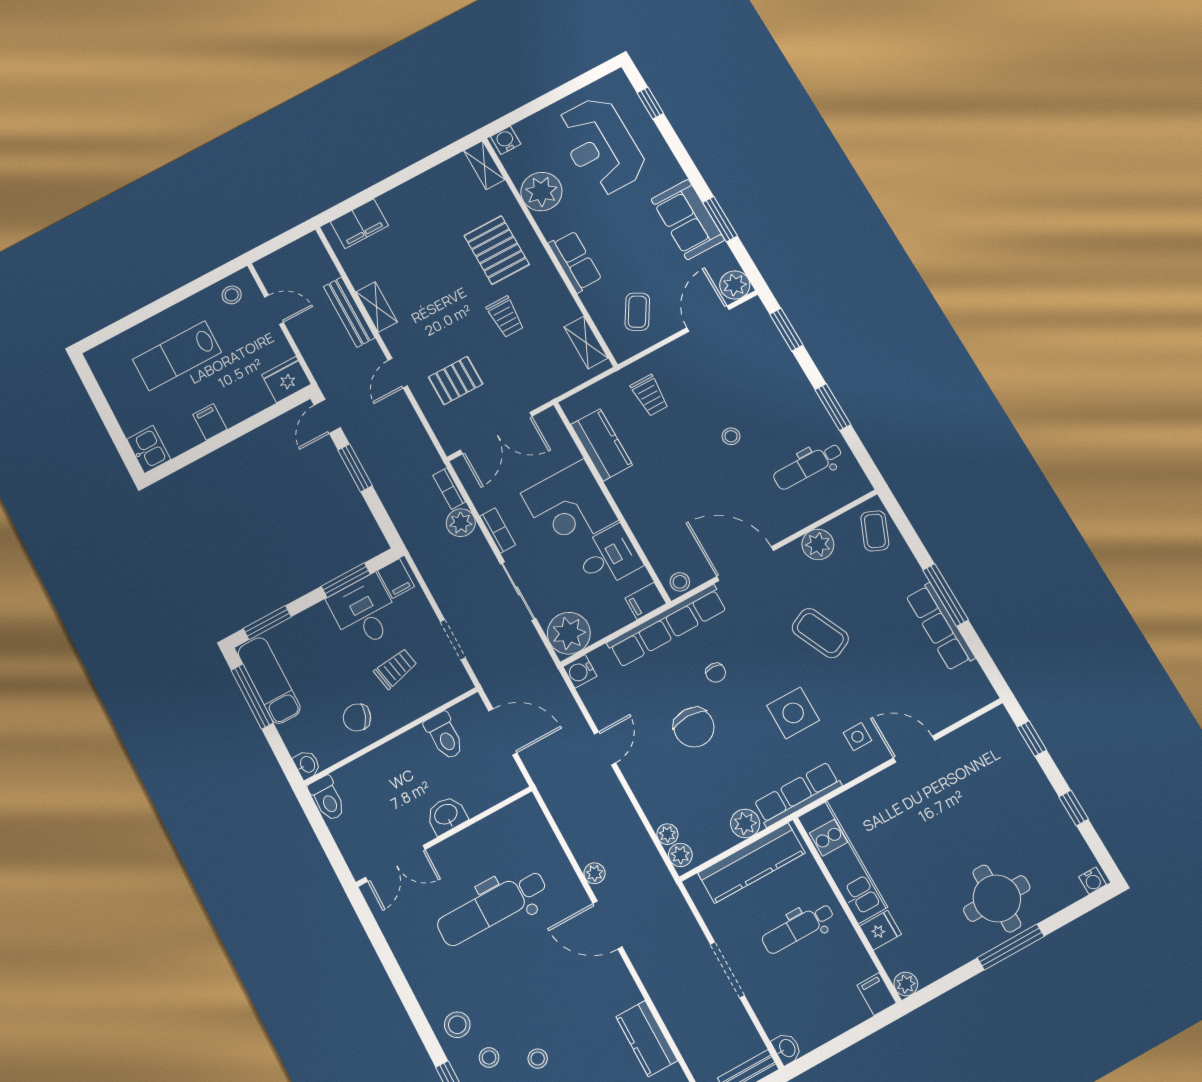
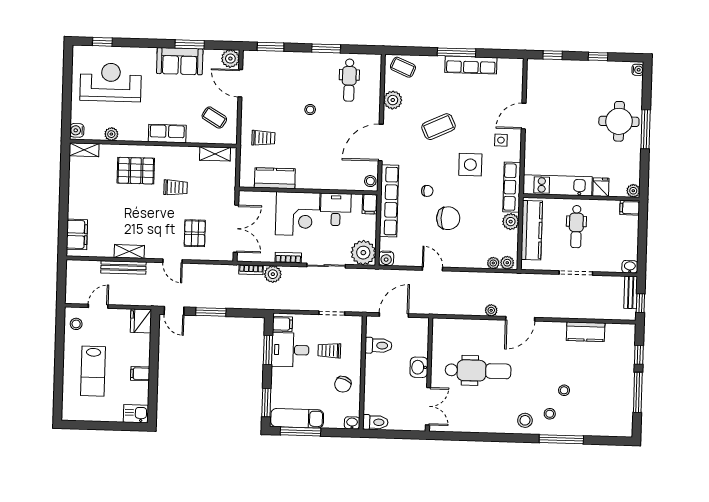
reception desk: (601, 146) -> (111, 82), turned 180
plant: (541, 192) -> (111, 134), width x0.53, depth x0.53
trolley: (396, 669) -> (329, 351), turned -79
dental chair: (492, 907) -> (478, 371), turned -90

